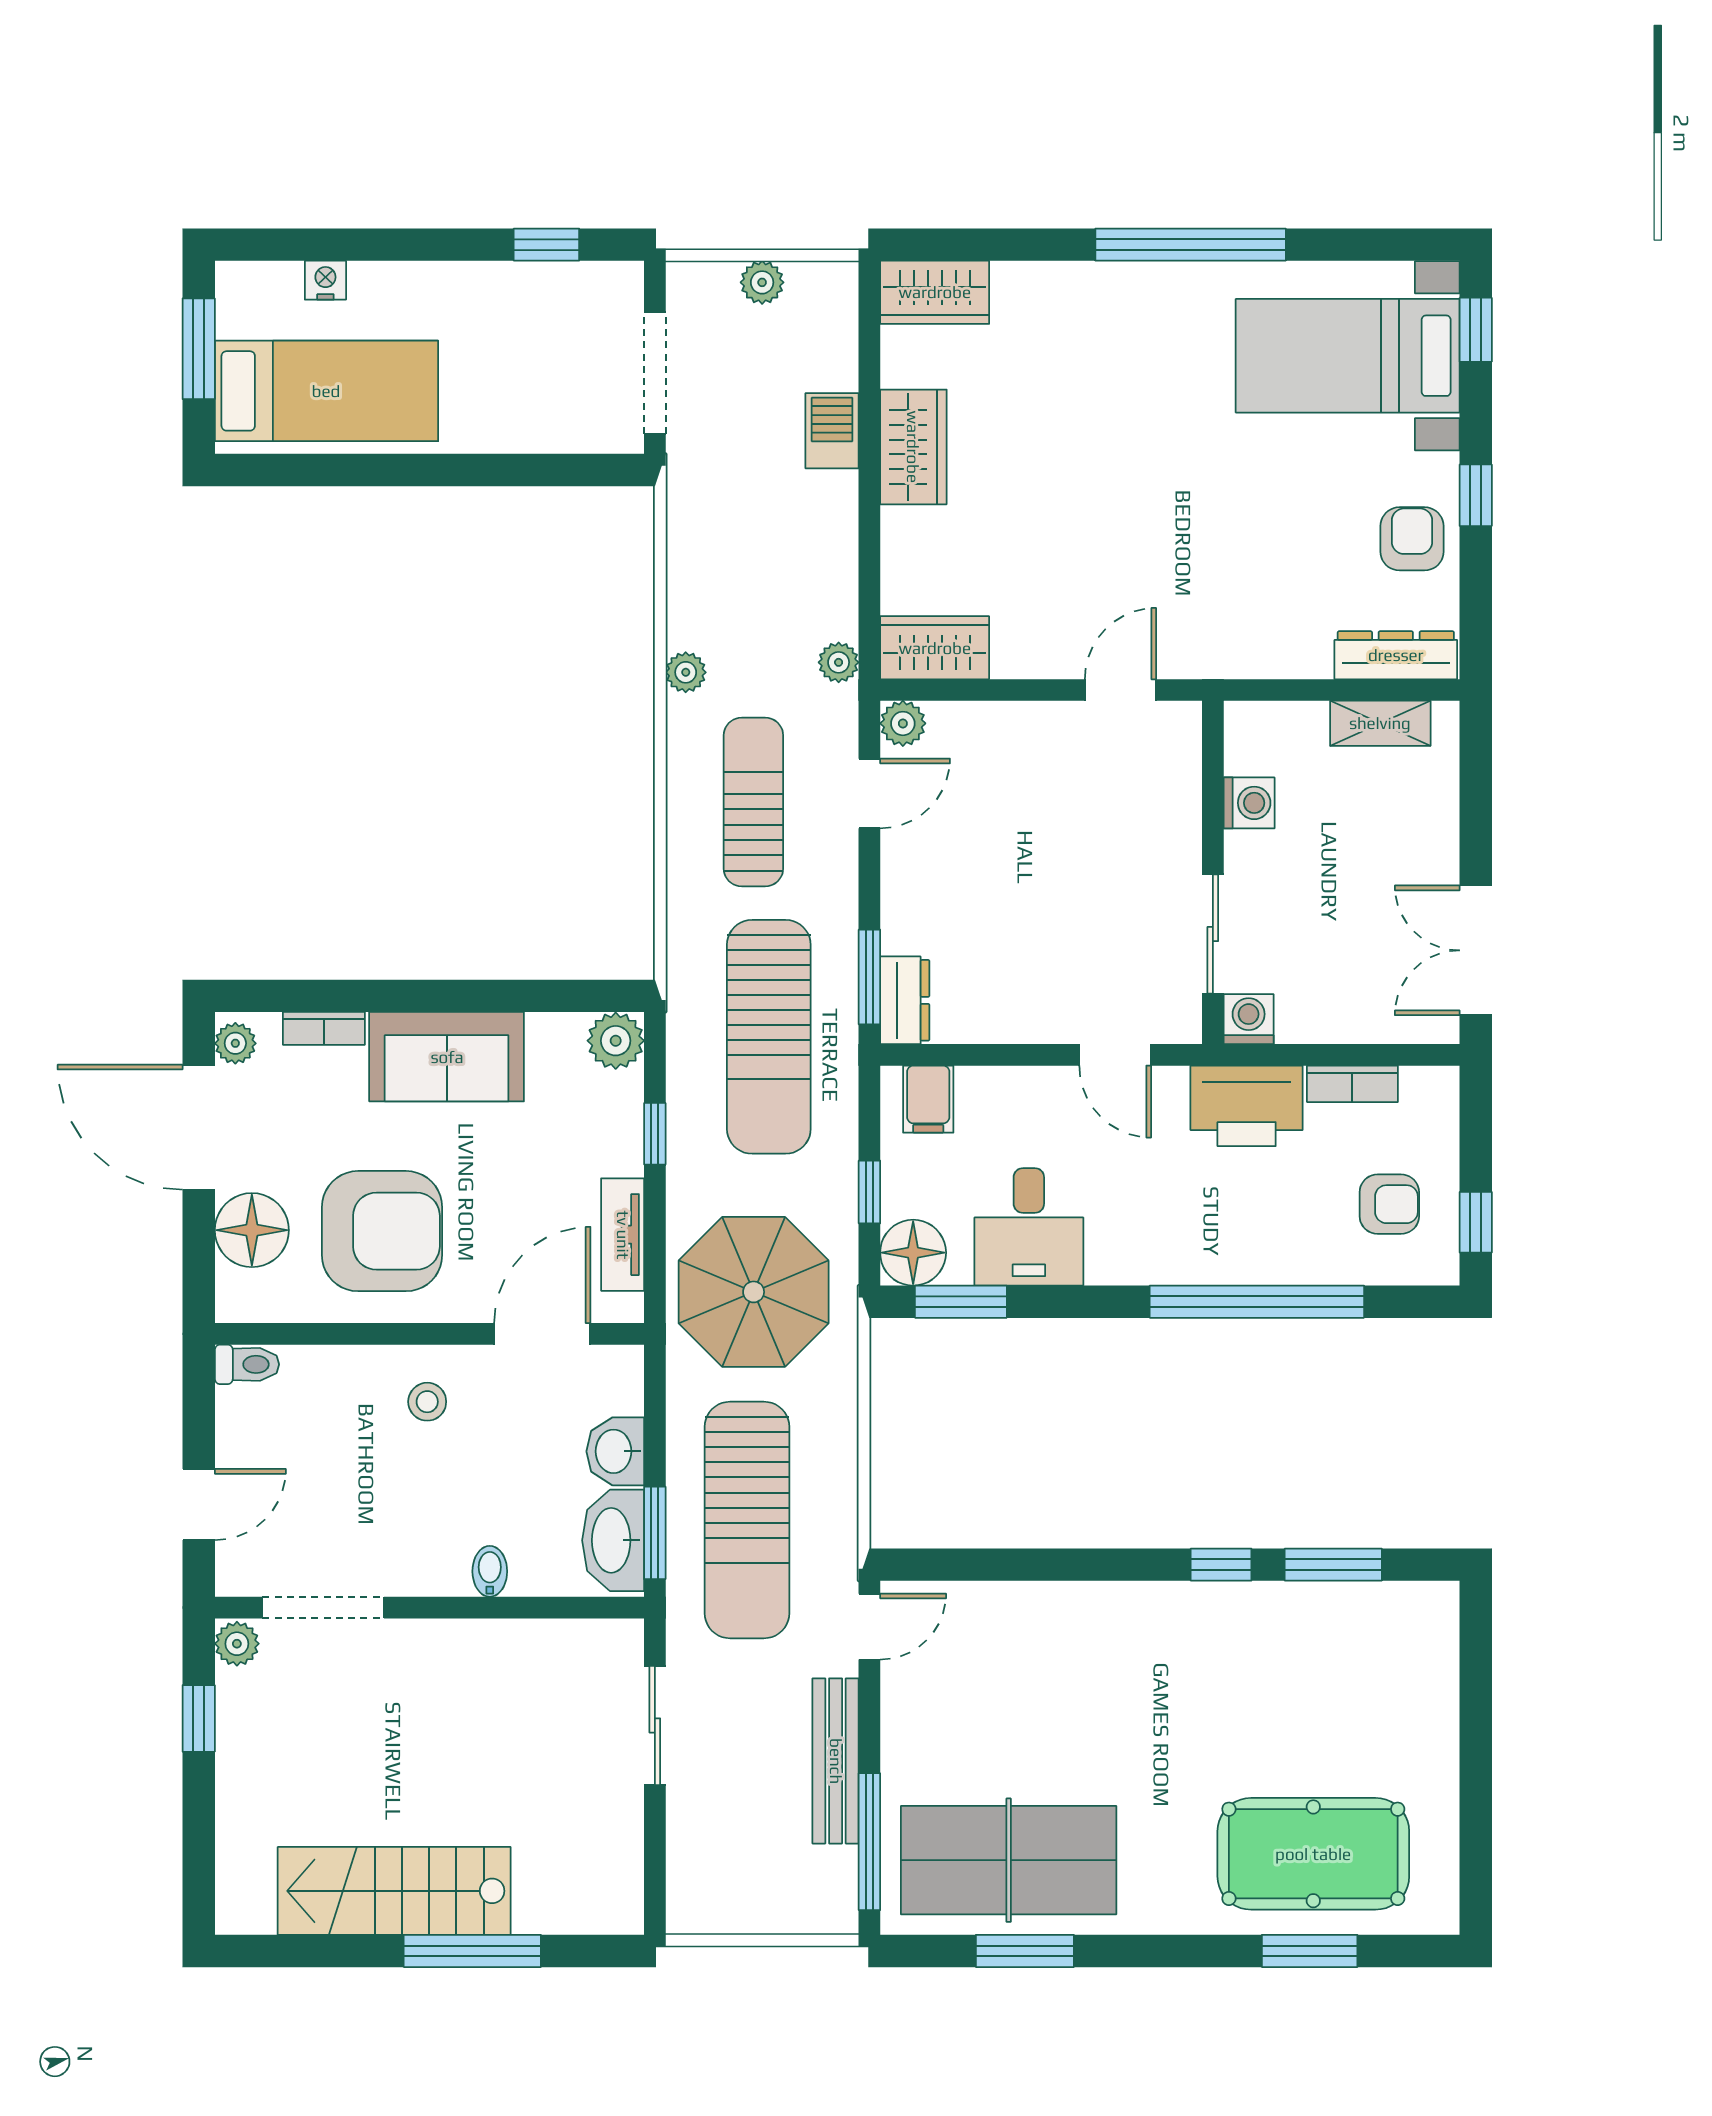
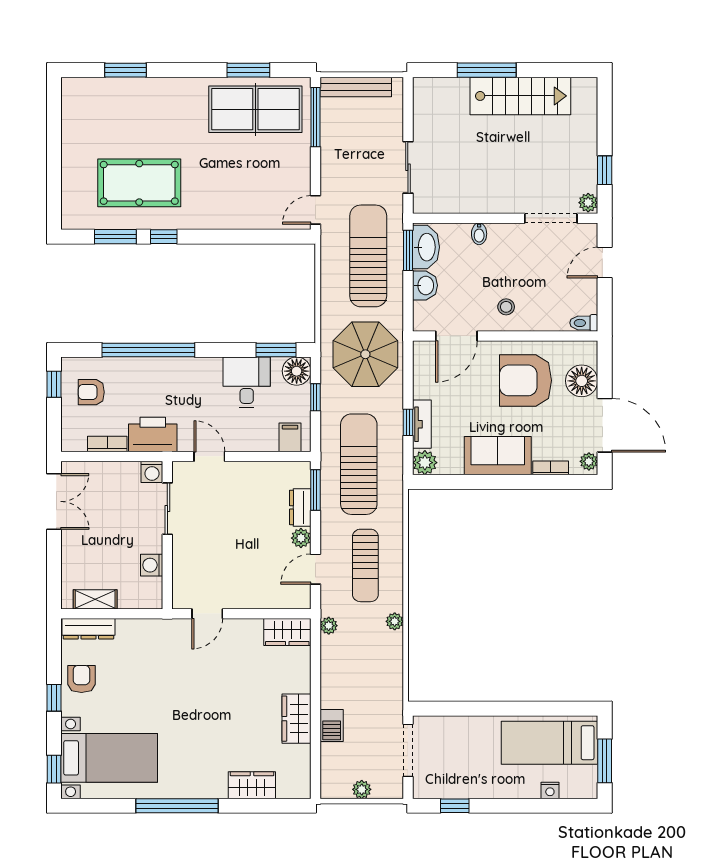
wardrobe: (935, 292) -> (252, 785), moved
armchair: (1412, 539) -> (81, 679), turned 180
plant: (903, 723) -> (301, 538), moved
dresser: (905, 1000) -> (300, 507), moved
tv unit: (623, 1235) -> (422, 424), moved
bench: (836, 1761) -> (356, 87), moved, turned 90
pool table: (1313, 1854) -> (139, 183), moved

